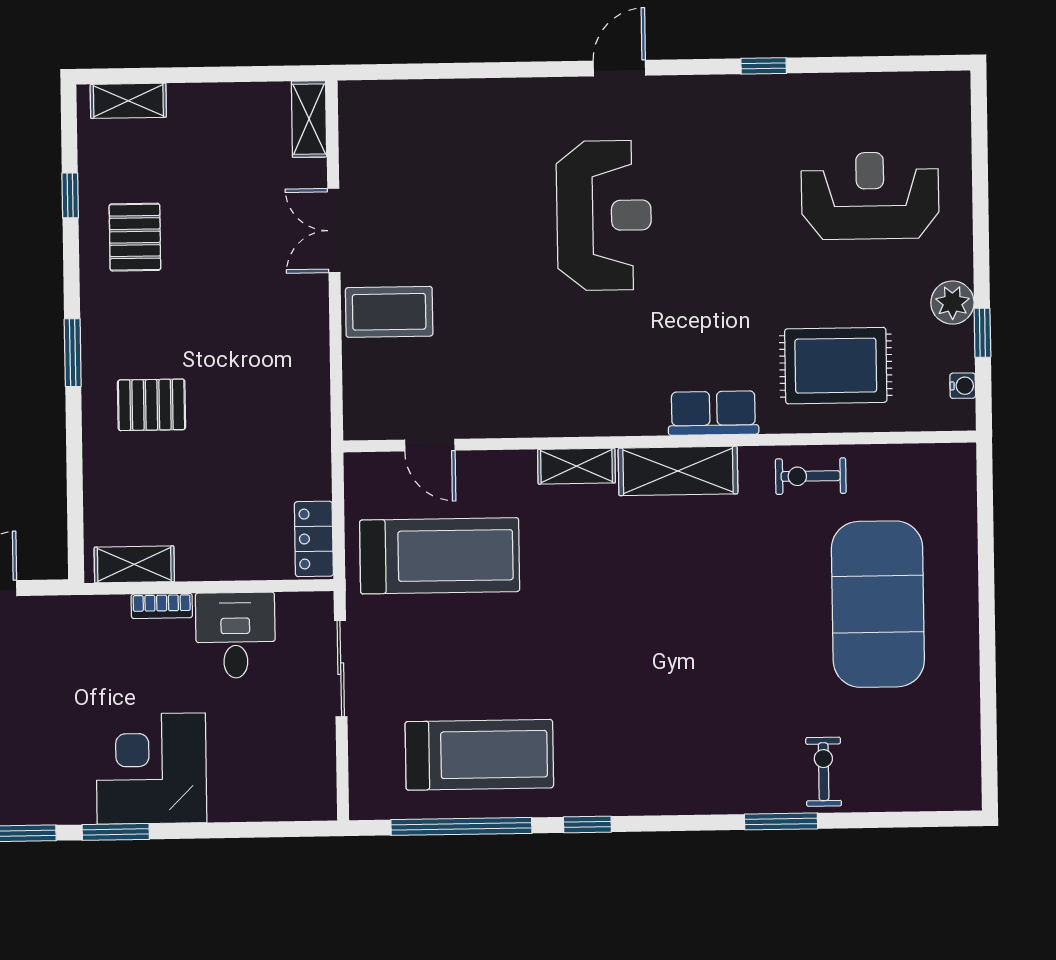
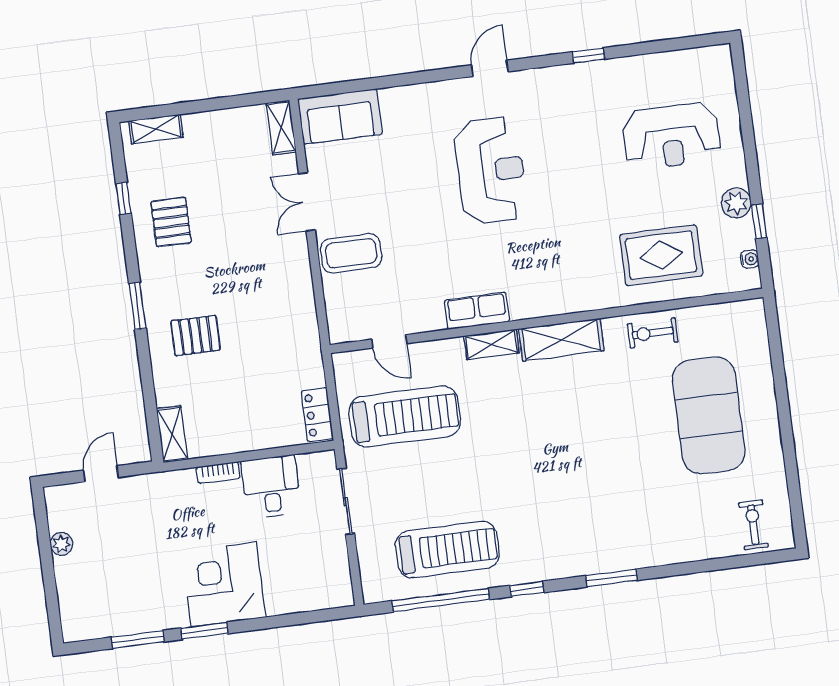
sofa: (396, 113) -> (340, 117), added
reception desk: (870, 196) -> (671, 136), turned 180
row of seats: (713, 413) -> (477, 311), moved
shelving: (134, 564) -> (172, 434), moved, turned 90
exercise bike: (824, 772) -> (753, 525), moved
window: (781, 821) -> (611, 578), moved

